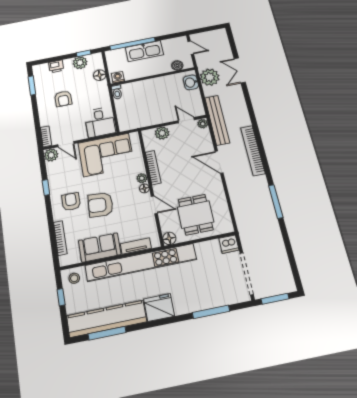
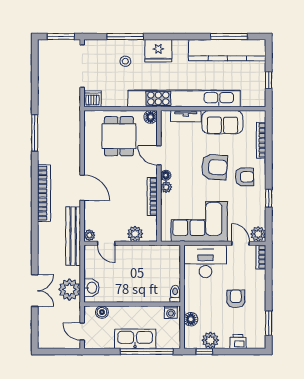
desk: (100, 122) -> (205, 261), width x1.37
armchair: (71, 202) -> (244, 177), turned -90
stool: (74, 278) -> (125, 61), moved
fridge: (159, 307) -> (158, 51), moved

